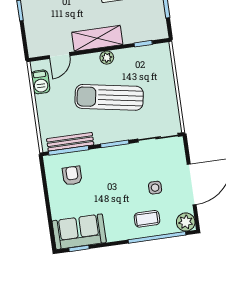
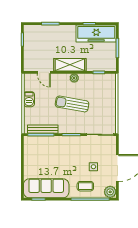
door: (60, 56) -> (44, 72), hinge flipped
barbecue: (41, 82) -> (29, 99), moved
sun lounger: (109, 97) -> (72, 104), width x0.73, depth x0.75
armchair: (72, 176) -> (41, 151), removed
sofa: (79, 232) -> (46, 188), width x1.36

